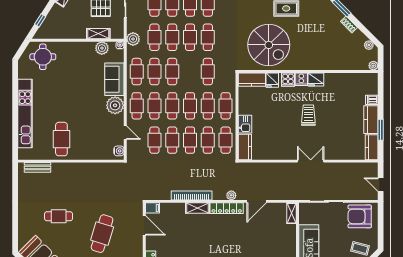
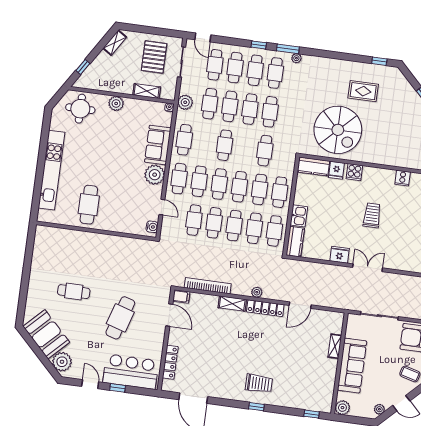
plant: (102, 48) -> (116, 103), moved
cafe table: (154, 72) -> (204, 142), removed
cooker: (301, 79) -> (403, 178), moved
fridge: (316, 80) -> (340, 255), moved, turned 180
bench: (37, 167) -> (57, 233), removed
bookcase: (192, 195) -> (208, 286), moved
plant: (231, 195) -> (257, 292), moved
shelving: (291, 213) -> (335, 346), moved

